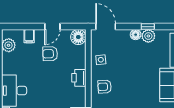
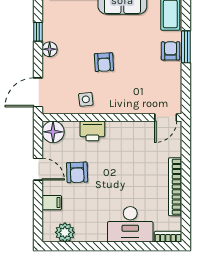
plant: (148, 36) -> (52, 31), removed
printer: (79, 78) -> (92, 131), moved
armchair: (105, 87) -> (104, 62), moved

